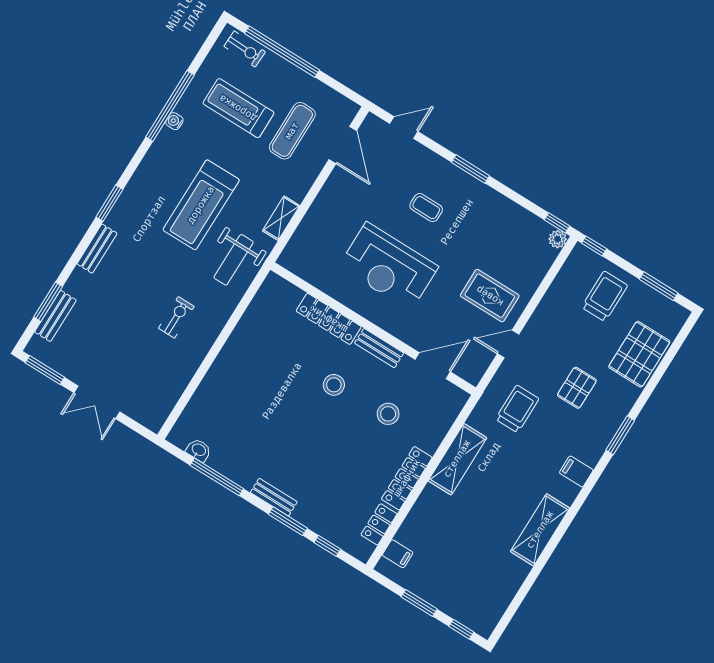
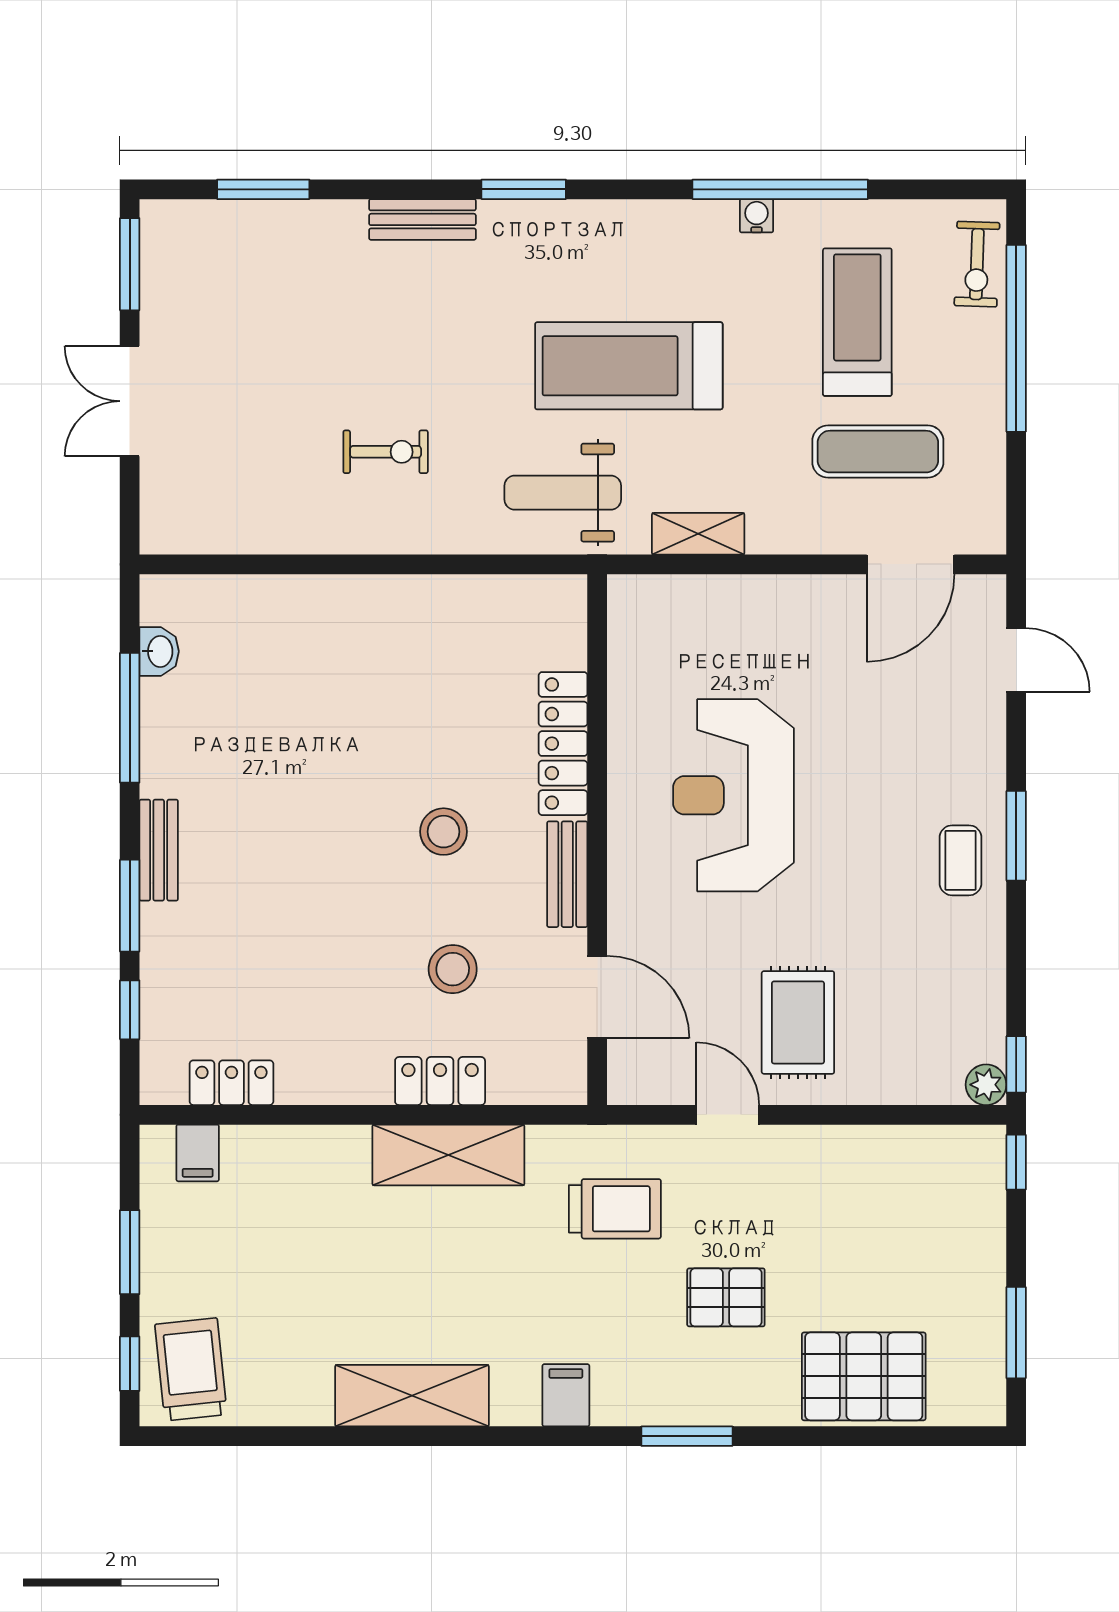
coffee table: (426, 208) -> (961, 860), moved
trolley: (605, 296) -> (191, 1369), moved, turned -96
bench: (55, 316) -> (245, 220), removed
locker: (407, 478) -> (440, 1081), moved, width x0.66

